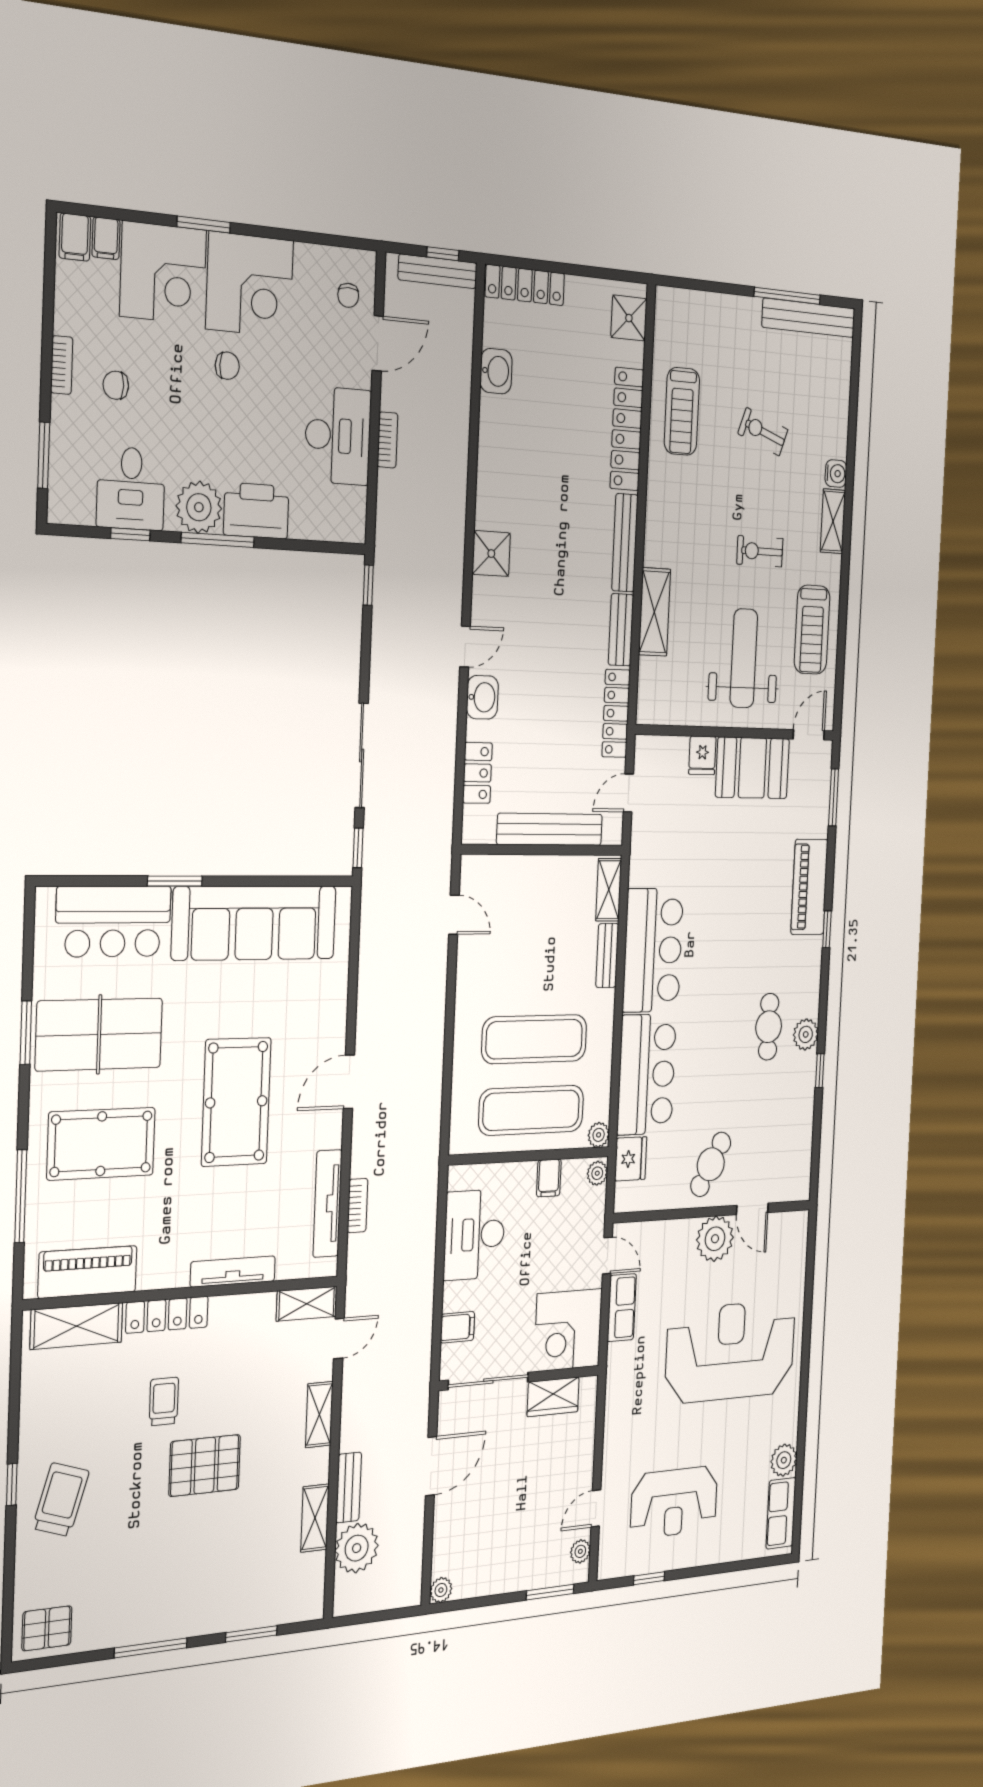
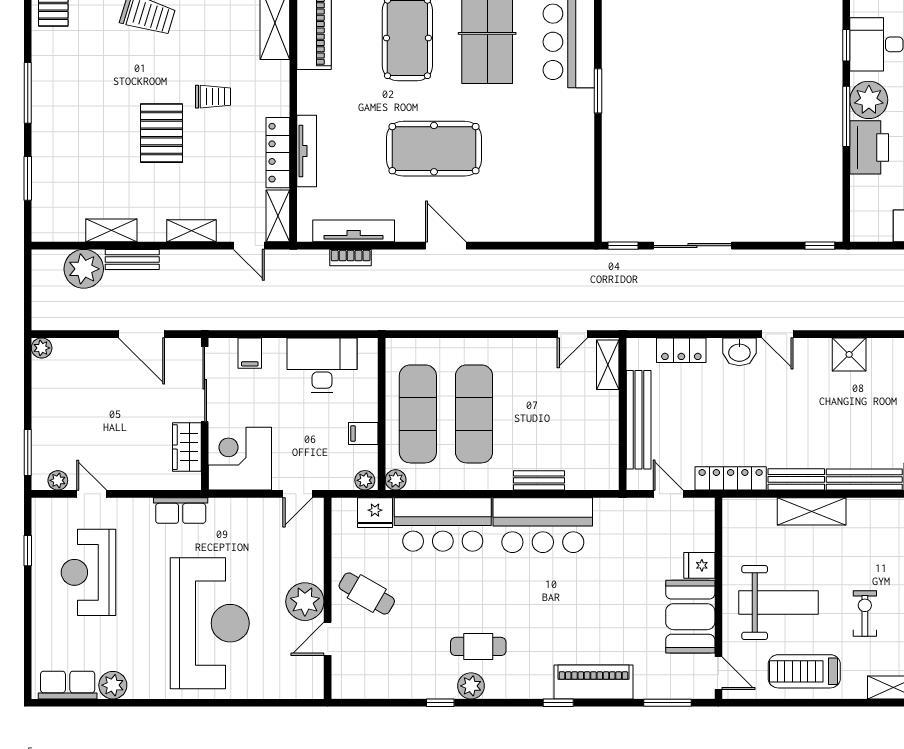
shelving: (609, 890) -> (608, 365), moved, turned 90
sofa: (254, 923) -> (567, 159), removed
row of seats: (622, 1308) -> (181, 510), moved
locker: (167, 1315) -> (278, 153), moved

